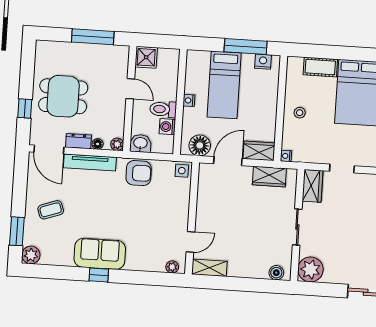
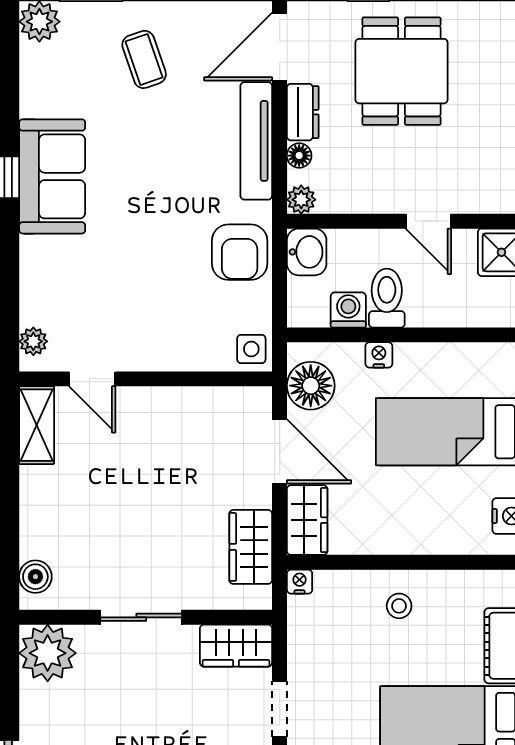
door: (130, 89) -> (428, 221), hinge flipped
nightstand: (189, 100) -> (379, 355), moved

